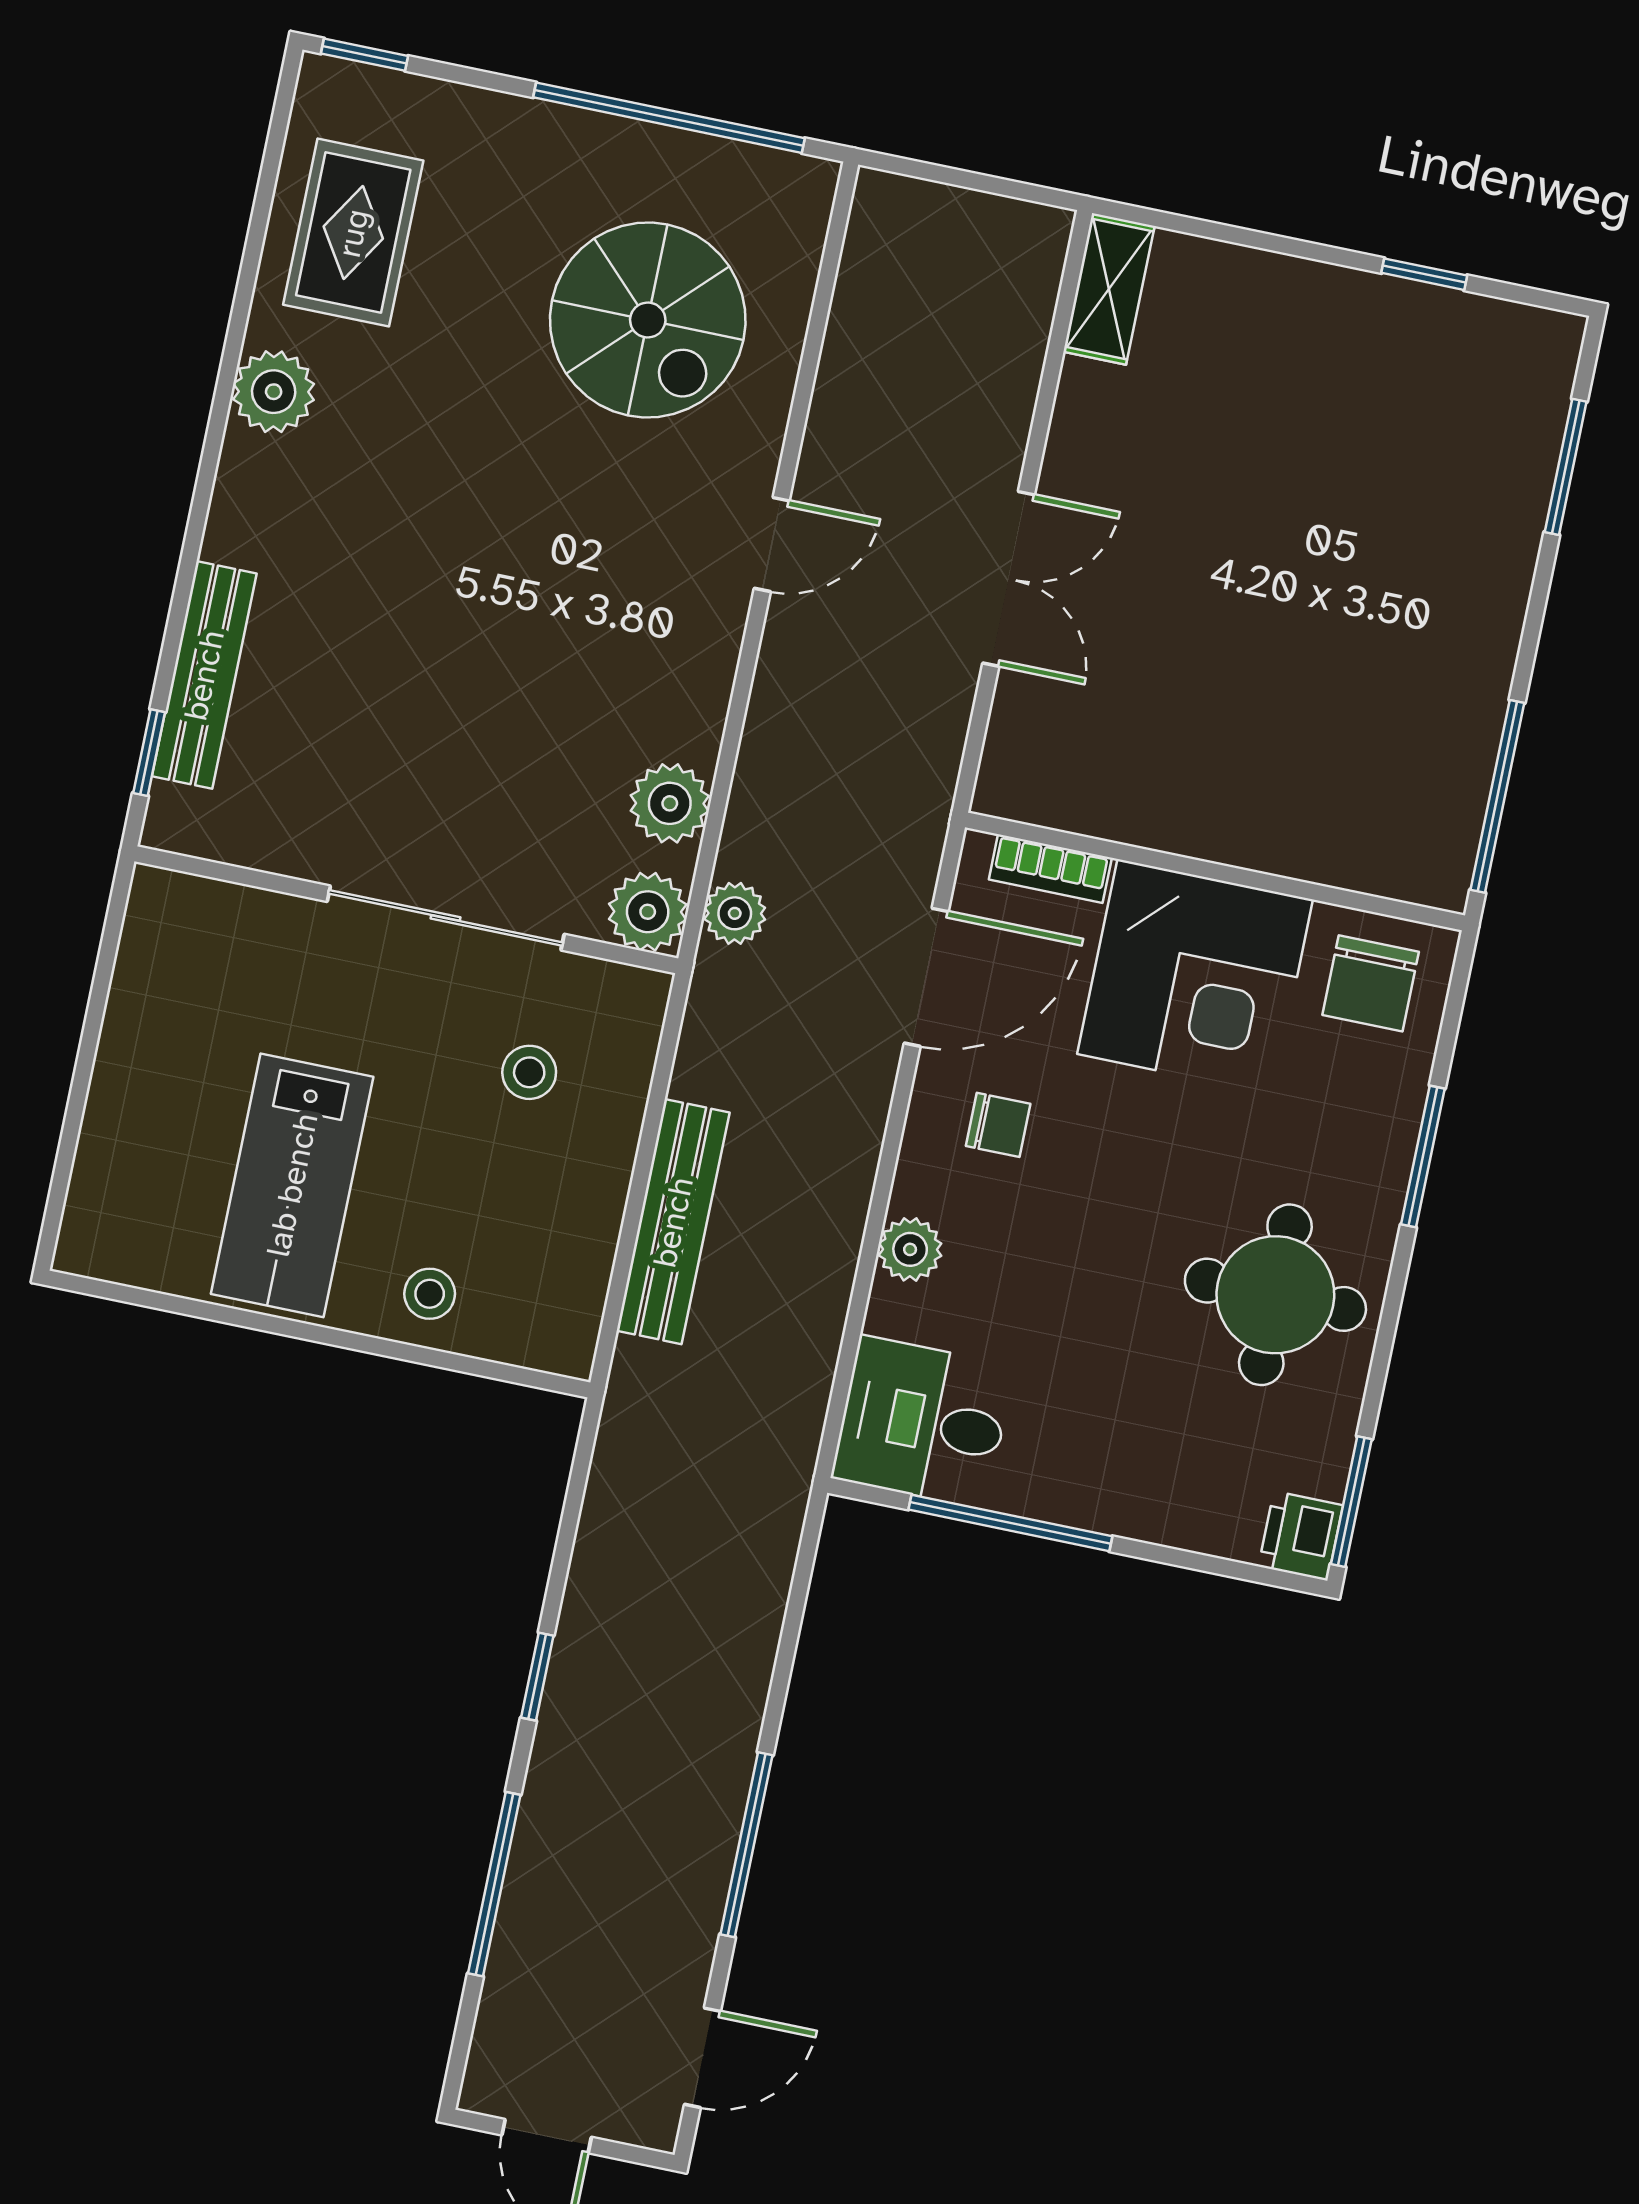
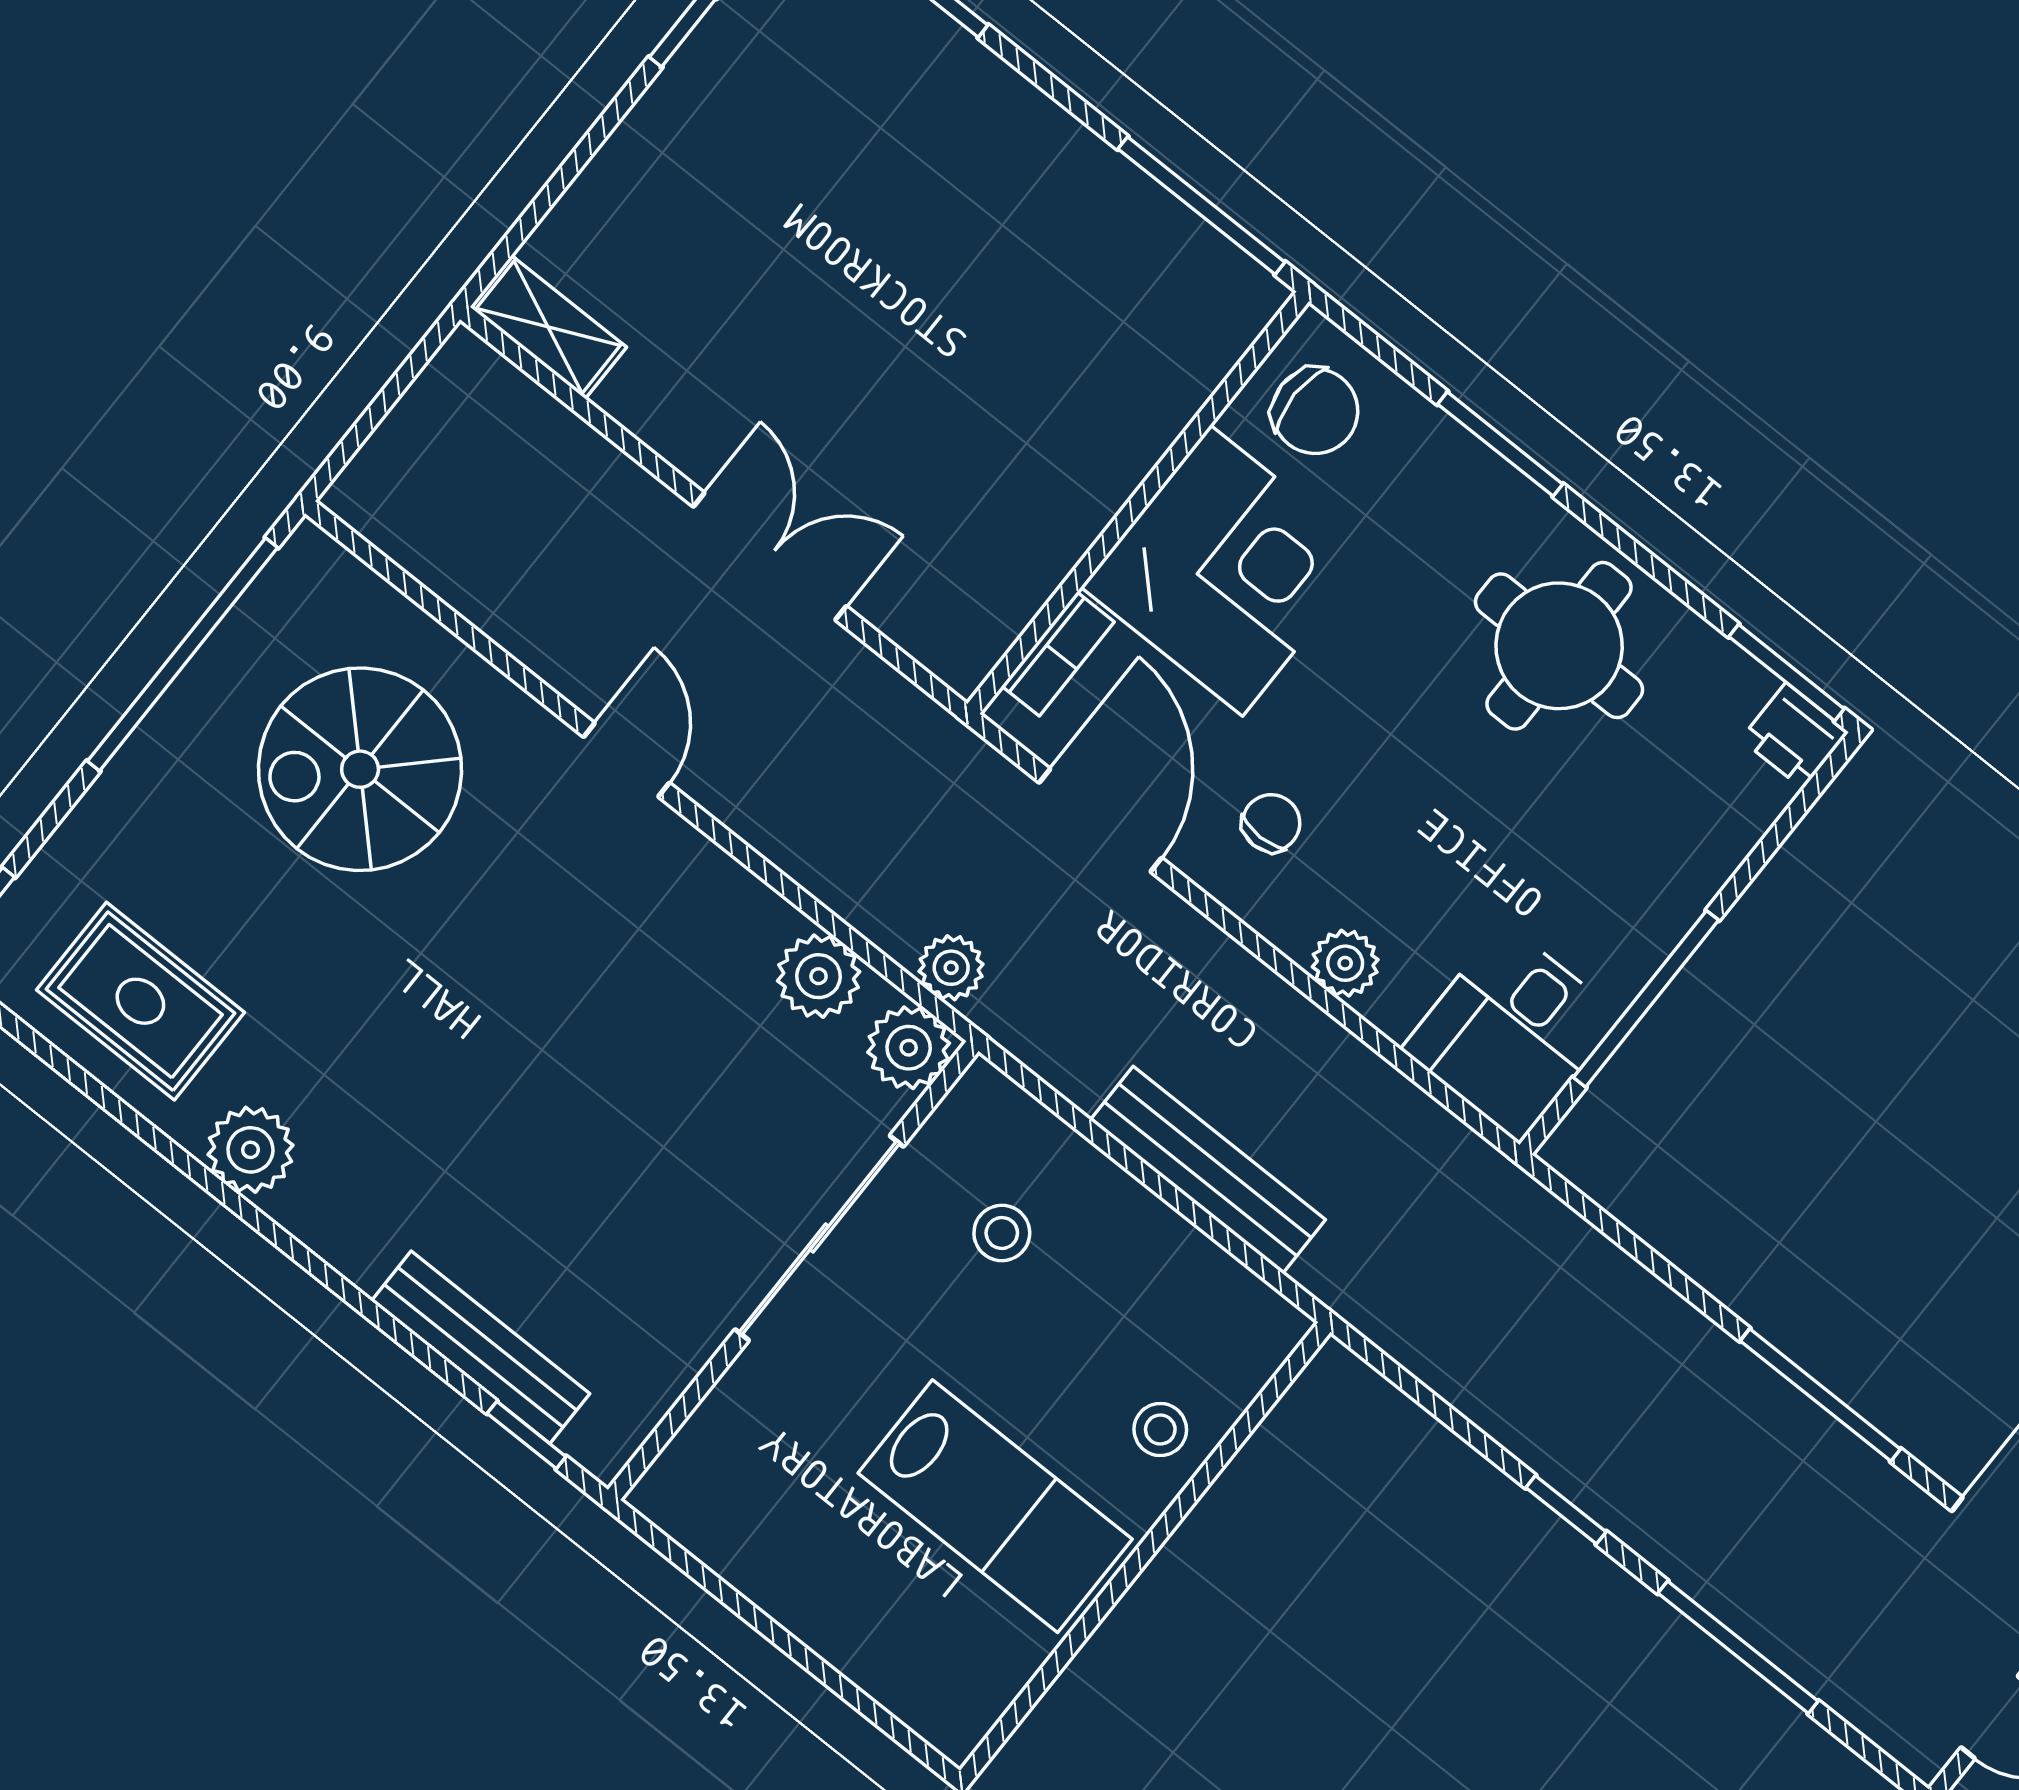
spiral stairs: (648, 320) -> (360, 769), turned 180

